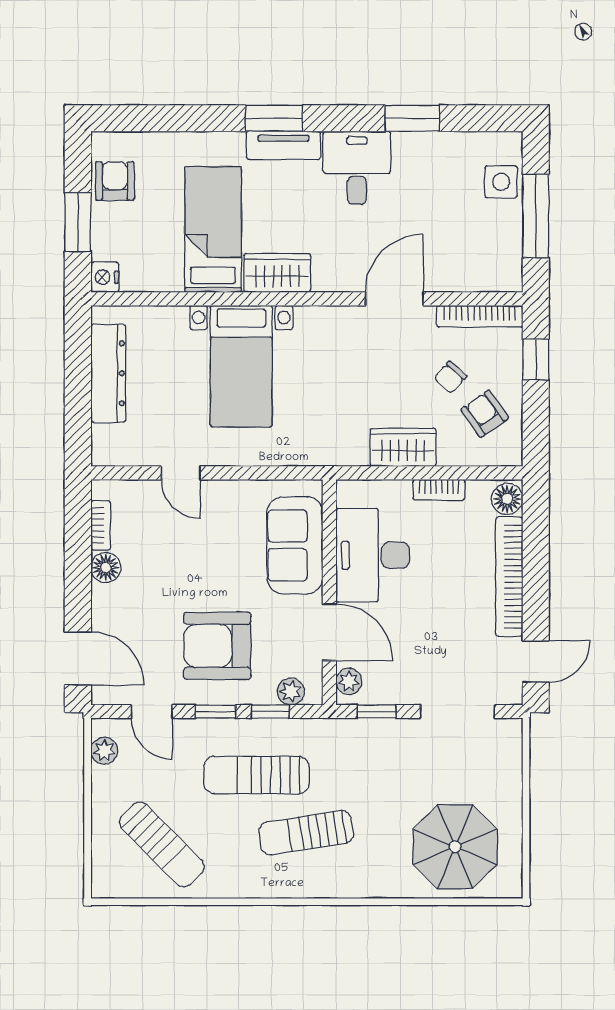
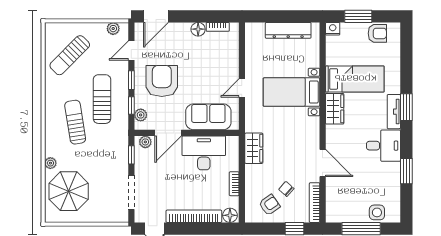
wardrobe: (403, 447) -> (254, 148), moved
door: (181, 473) -> (242, 88), moved
plant: (395, 886) -> (50, 163), added

